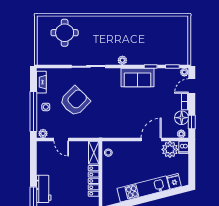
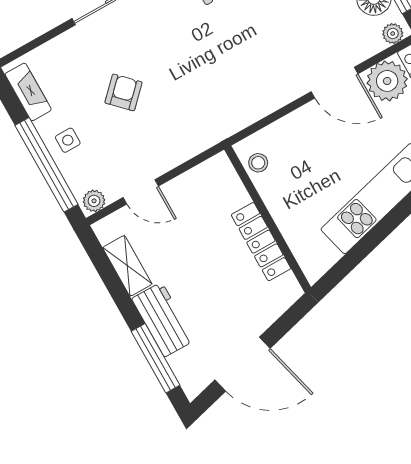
armchair: (75, 101) -> (123, 92), width x0.53, depth x0.53
door: (151, 140) -> (335, 83), swing flipped
shelving: (94, 153) -> (127, 266), moved

